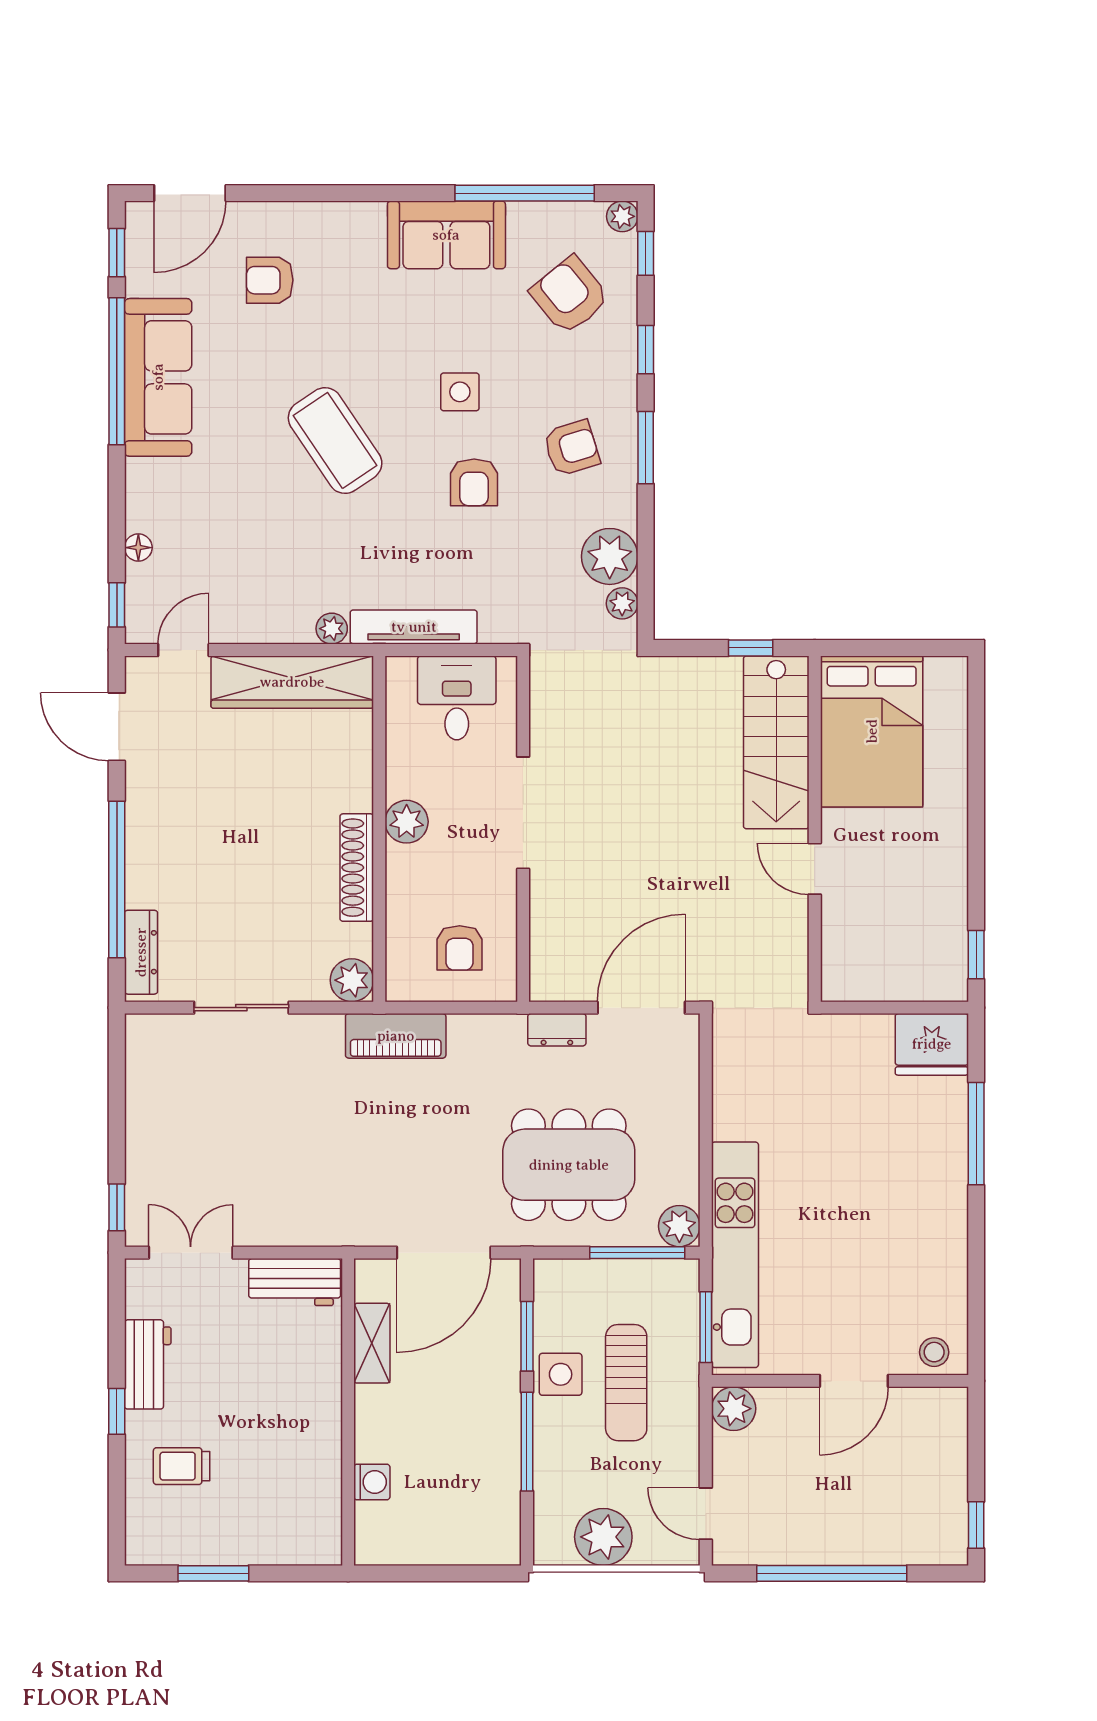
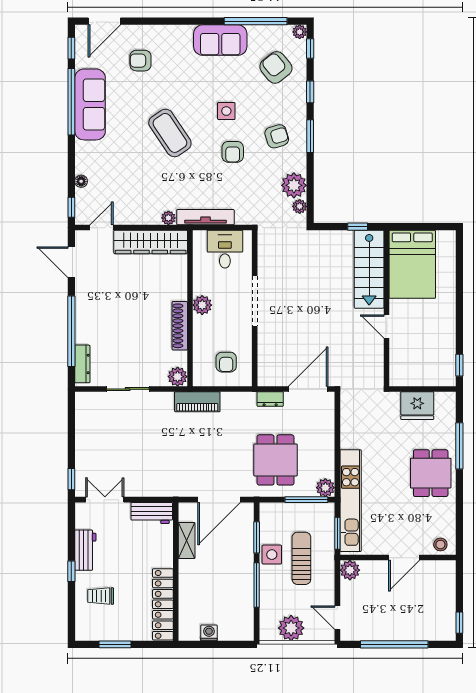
fridge: (932, 1044) -> (417, 406), moved
dining table: (569, 1165) -> (275, 460), width x0.73
dining table: (913, 1194) -> (431, 473), added
sun lounger: (626, 1383) -> (301, 558), turned 180
washing machine: (372, 1482) -> (209, 633), moved, turned -90
locker: (319, 1485) -> (163, 604), added

